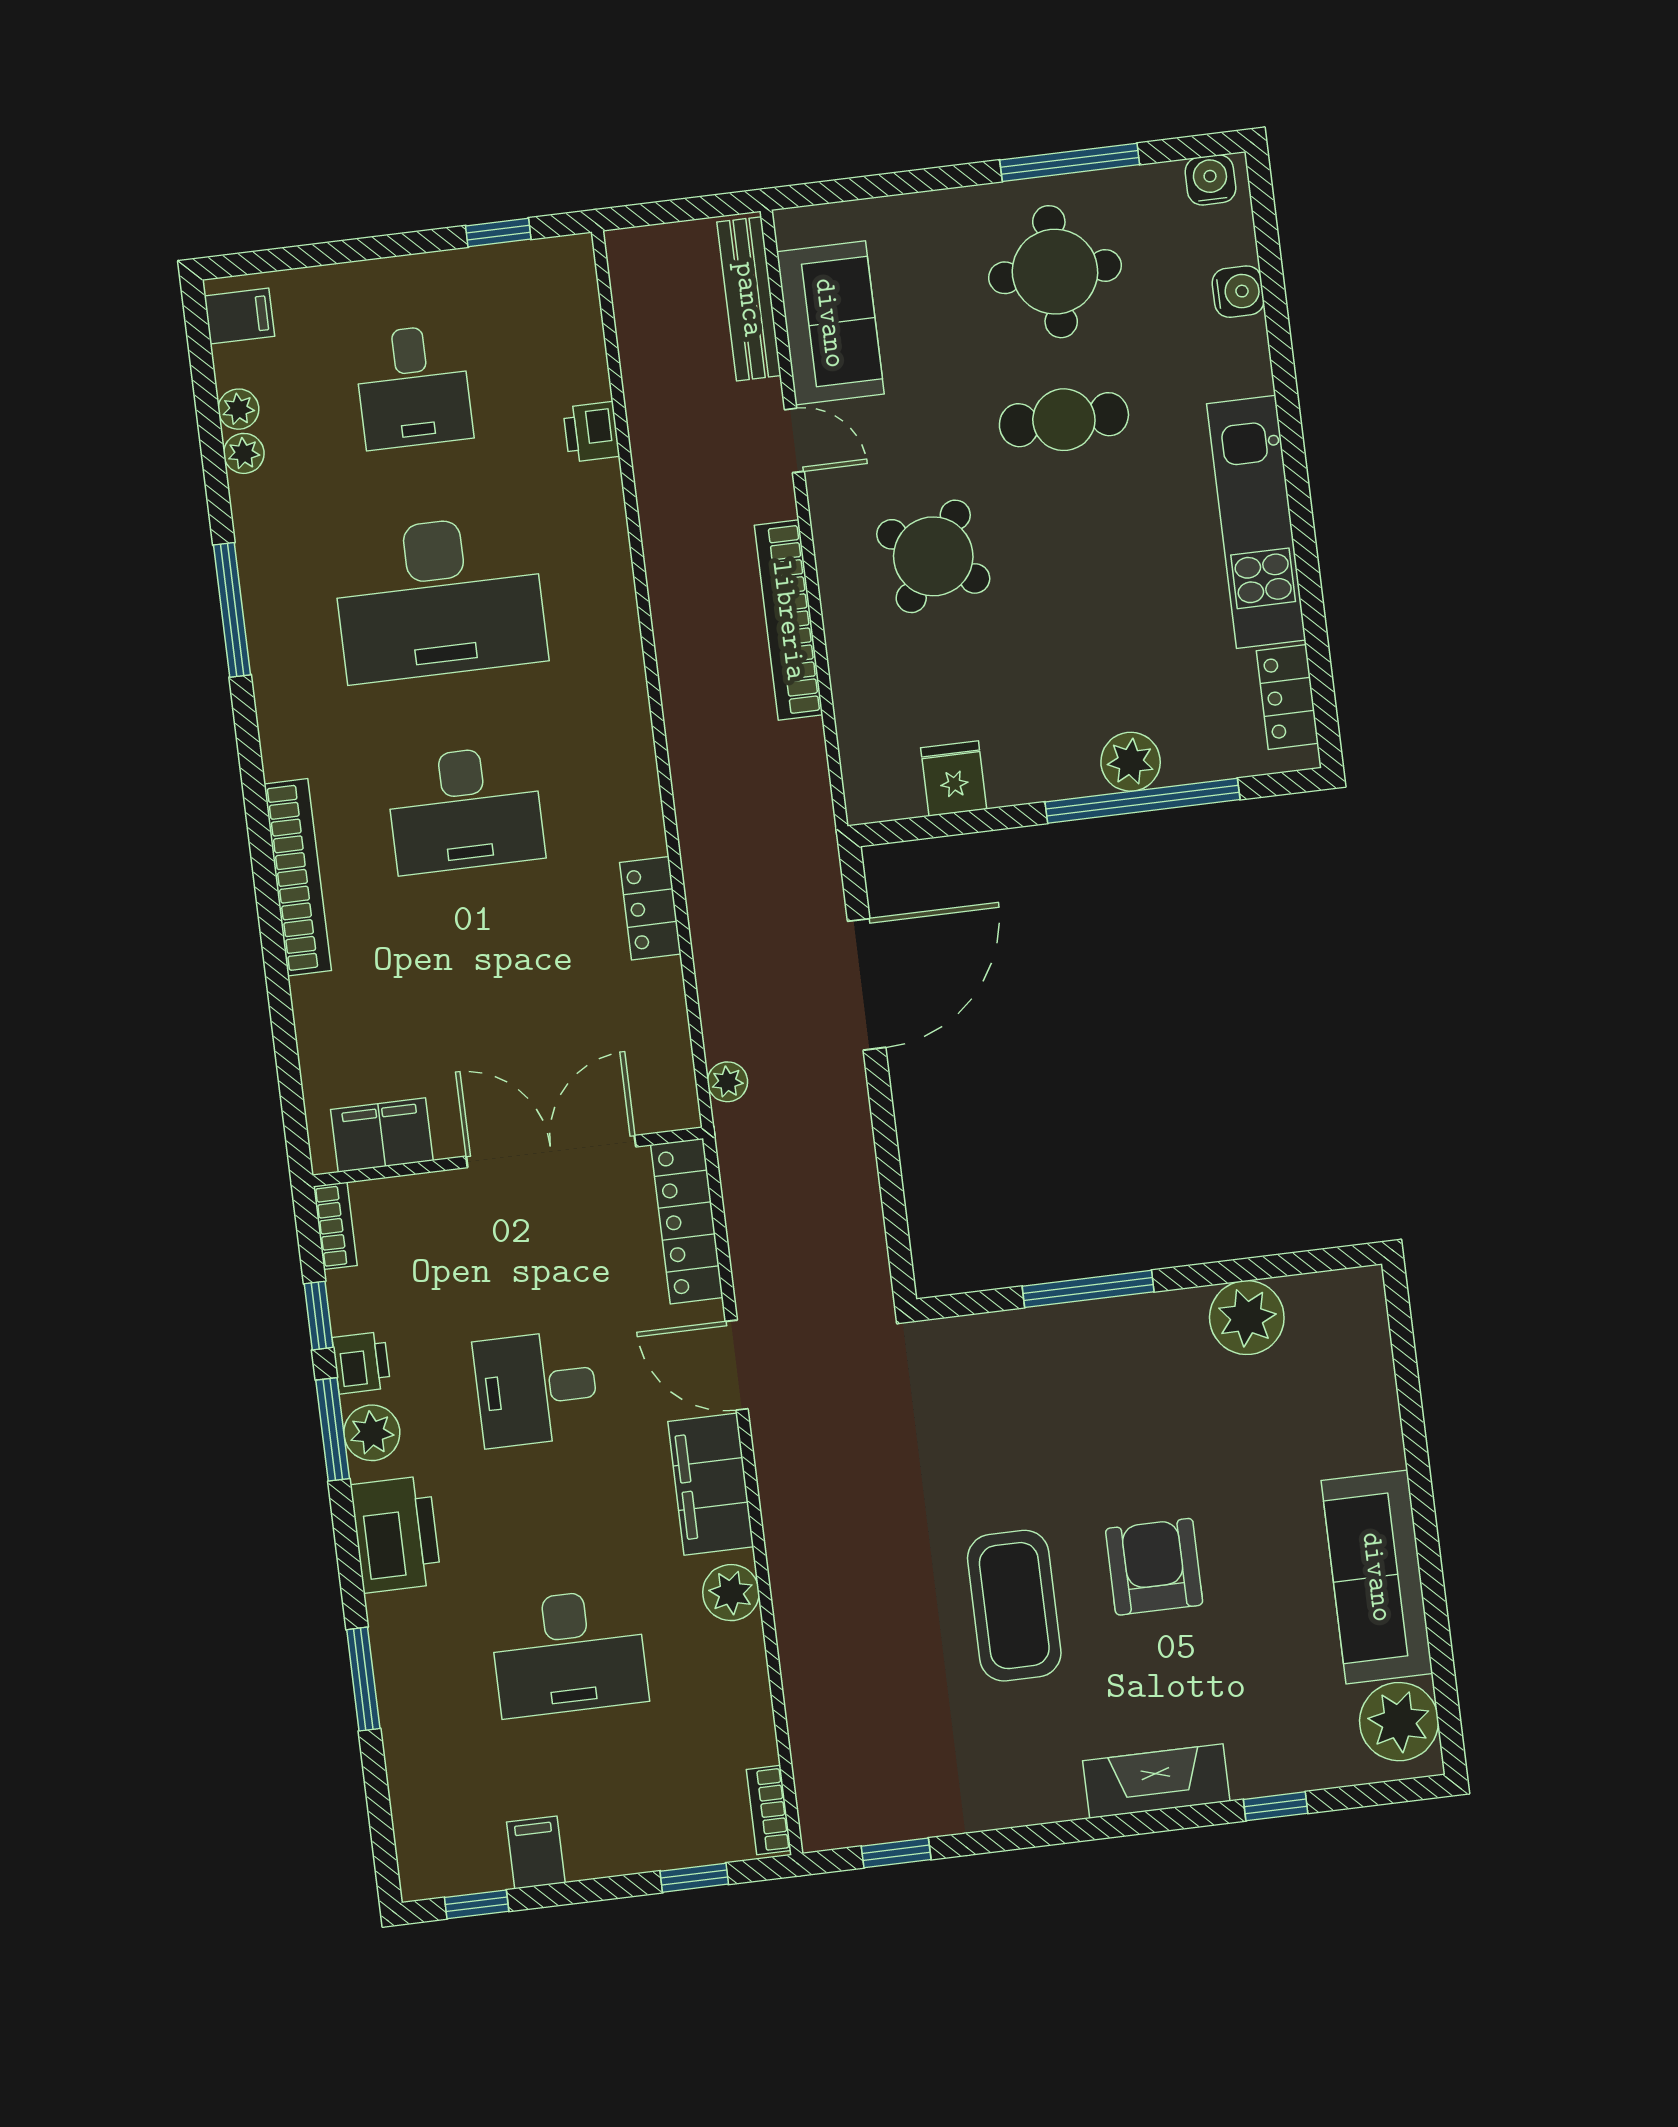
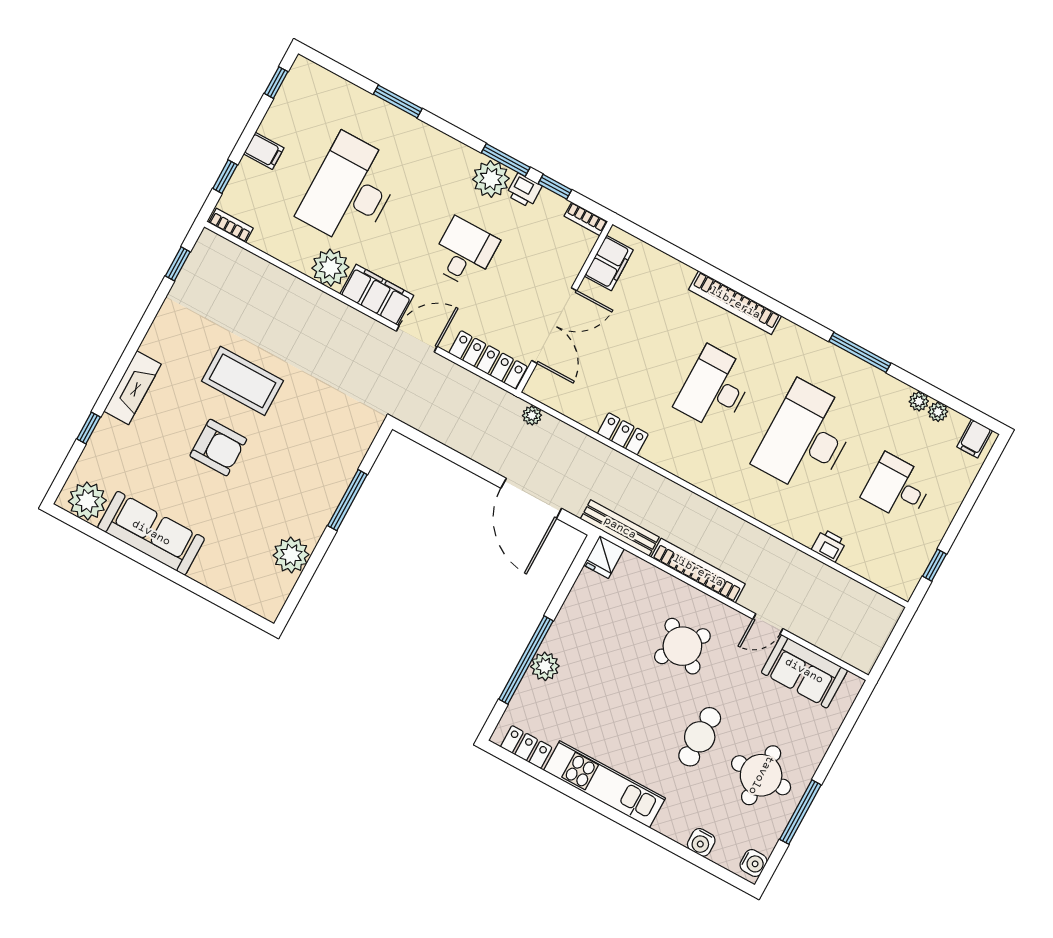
bench: (749, 299) -> (620, 528), moved
fridge: (954, 778) -> (604, 557), moved, turned 90
plant: (372, 1433) -> (491, 179), width x1.36, depth x1.36
printer: (396, 1534) -> (446, 155), removed
plant: (731, 1593) -> (330, 268), width x1.36, depth x1.36
desk: (569, 1653) -> (350, 191), width x1.36, depth x1.30
filing cabinet: (536, 1852) -> (264, 151), moved

